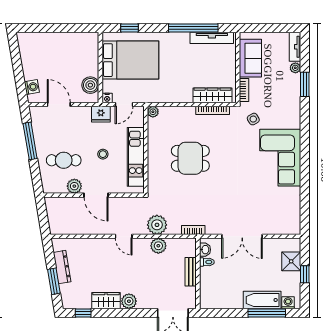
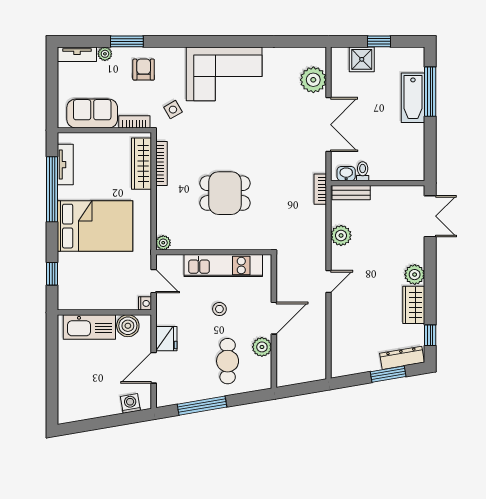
tv unit: (212, 38) -> (65, 165), width x0.71
kitchen sink: (89, 56) -> (89, 327), added
bed: (130, 60) -> (95, 226), moved, turned 90
armchair: (283, 97) -> (144, 70), added
fridge: (101, 114) -> (166, 339), moved
dining table: (190, 158) -> (225, 193), turned 90
plant: (157, 225) -> (313, 80), moved
dresser: (62, 267) -> (402, 358), moved
bench: (191, 272) -> (351, 193), moved
washing machine: (288, 303) -> (417, 63), removed

